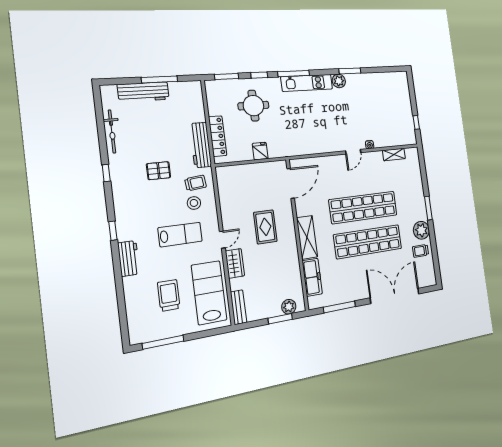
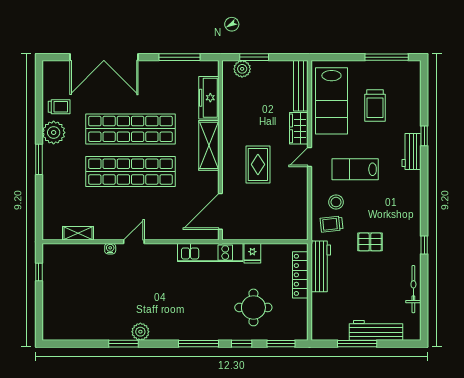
kitchen unit: (307, 83) -> (210, 253), moved, turned 180
window: (113, 231) -> (424, 136), moved
bench: (238, 307) -> (301, 86), width x1.36

